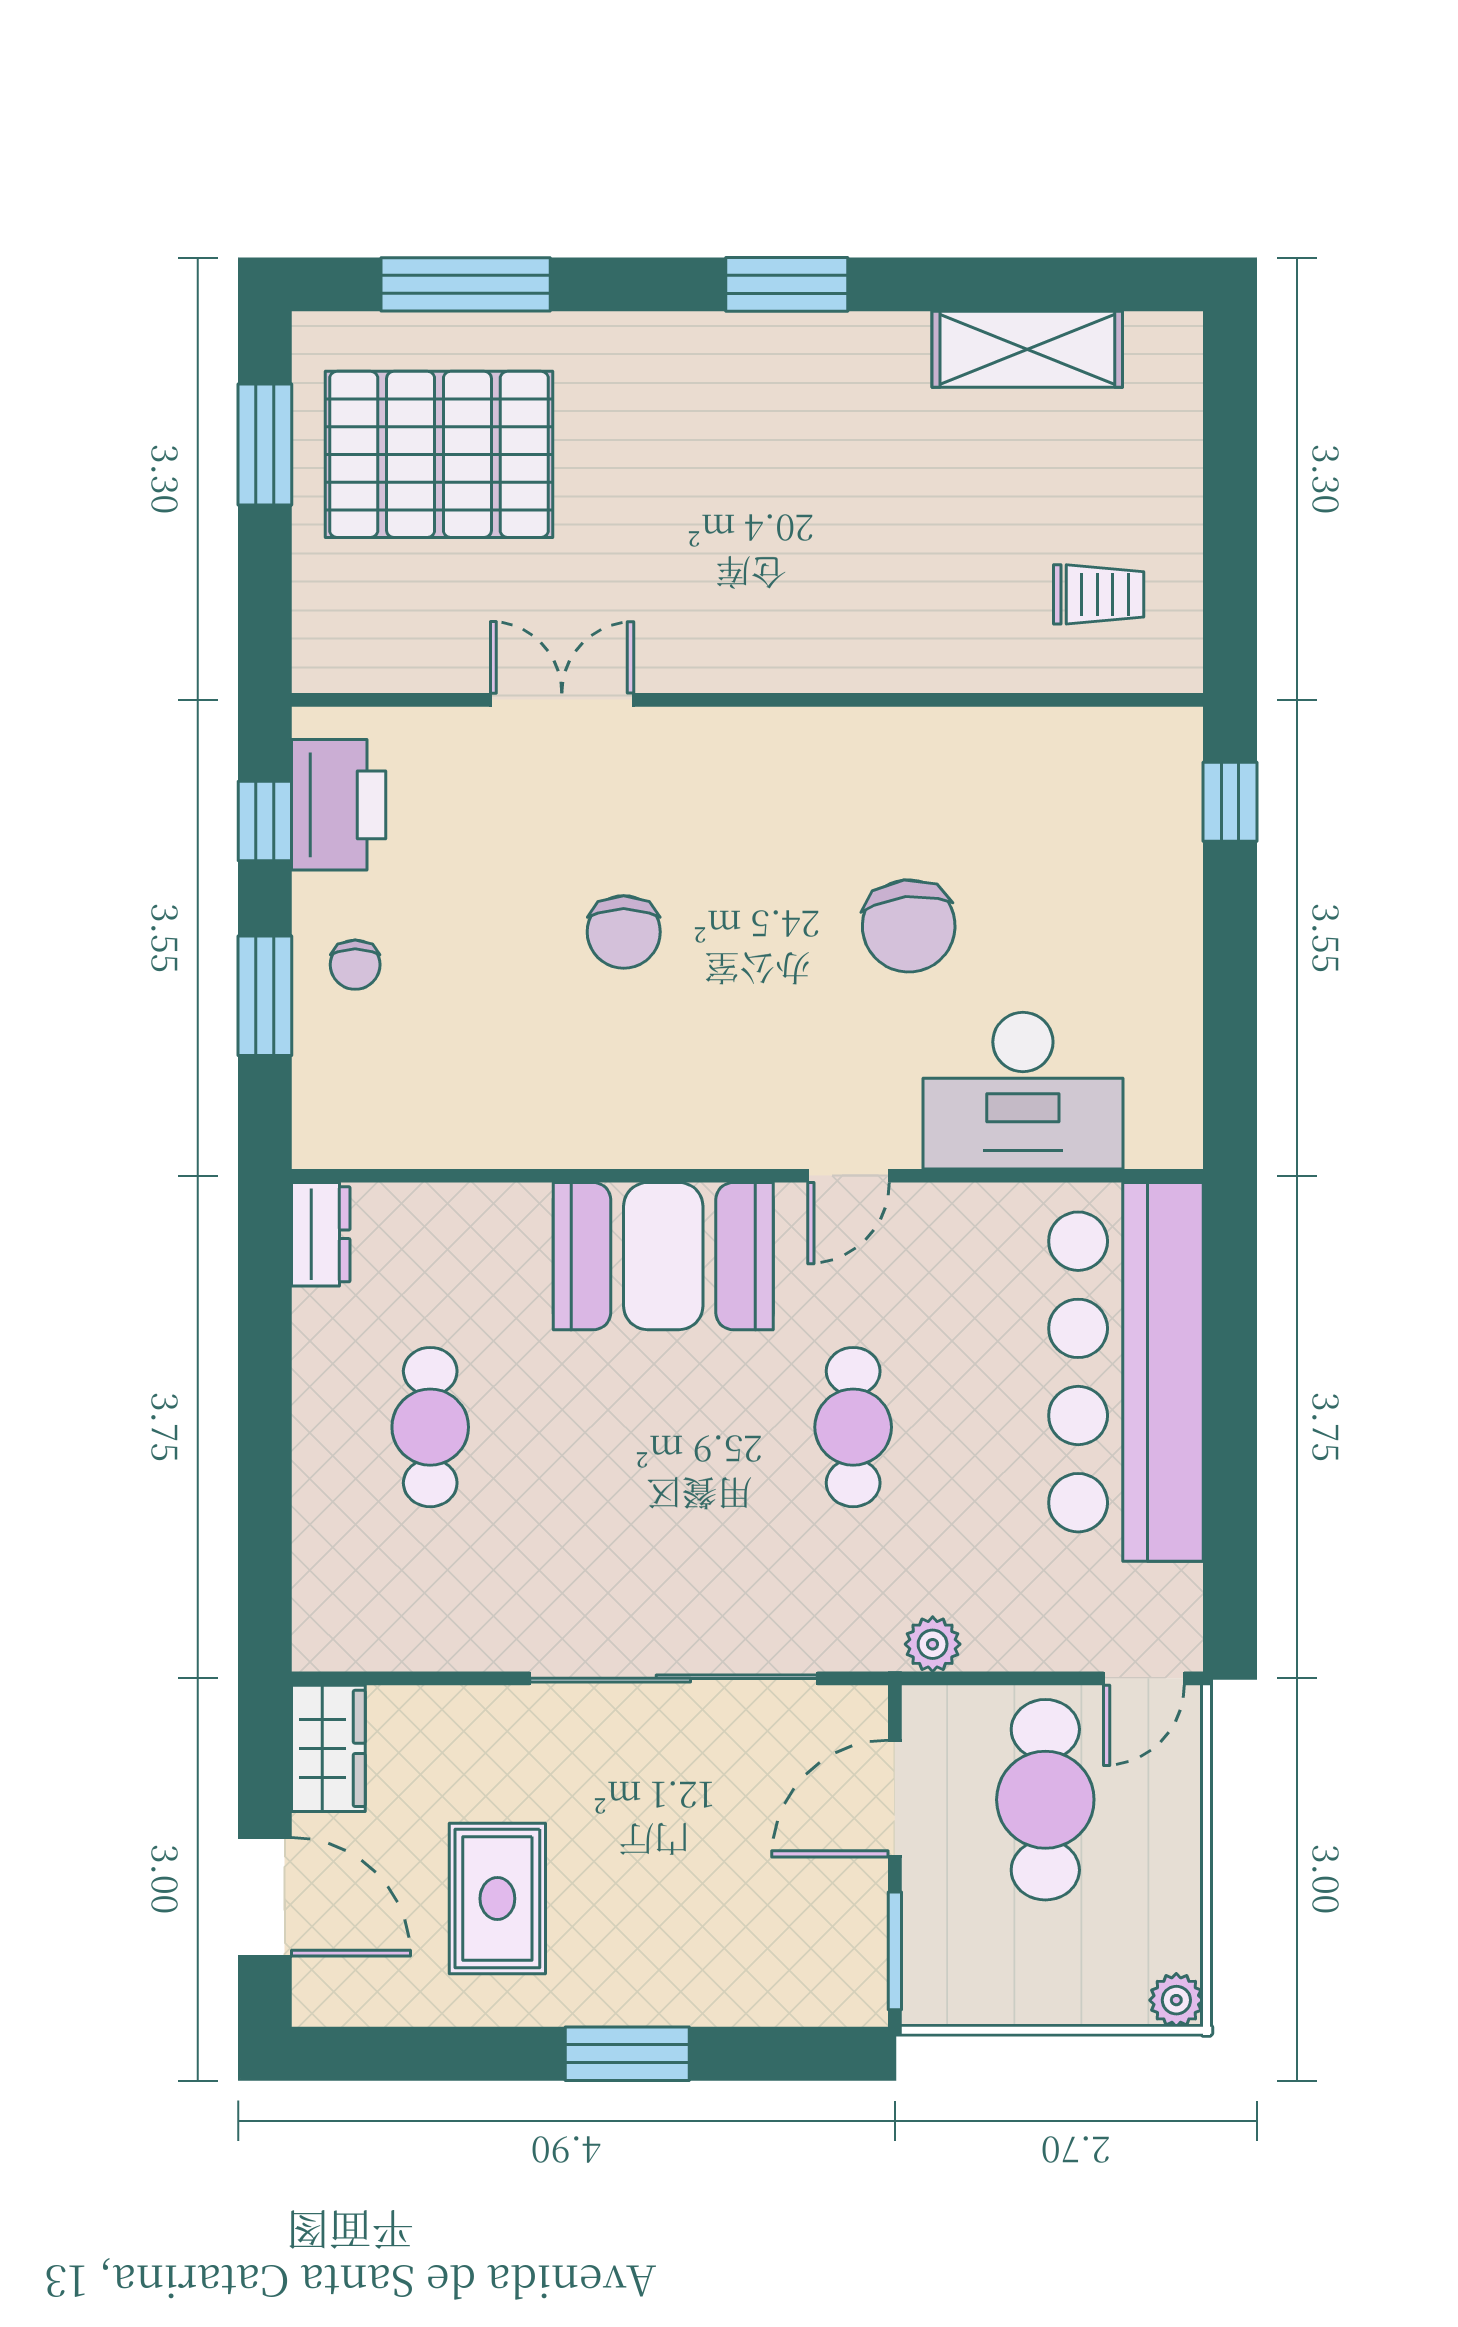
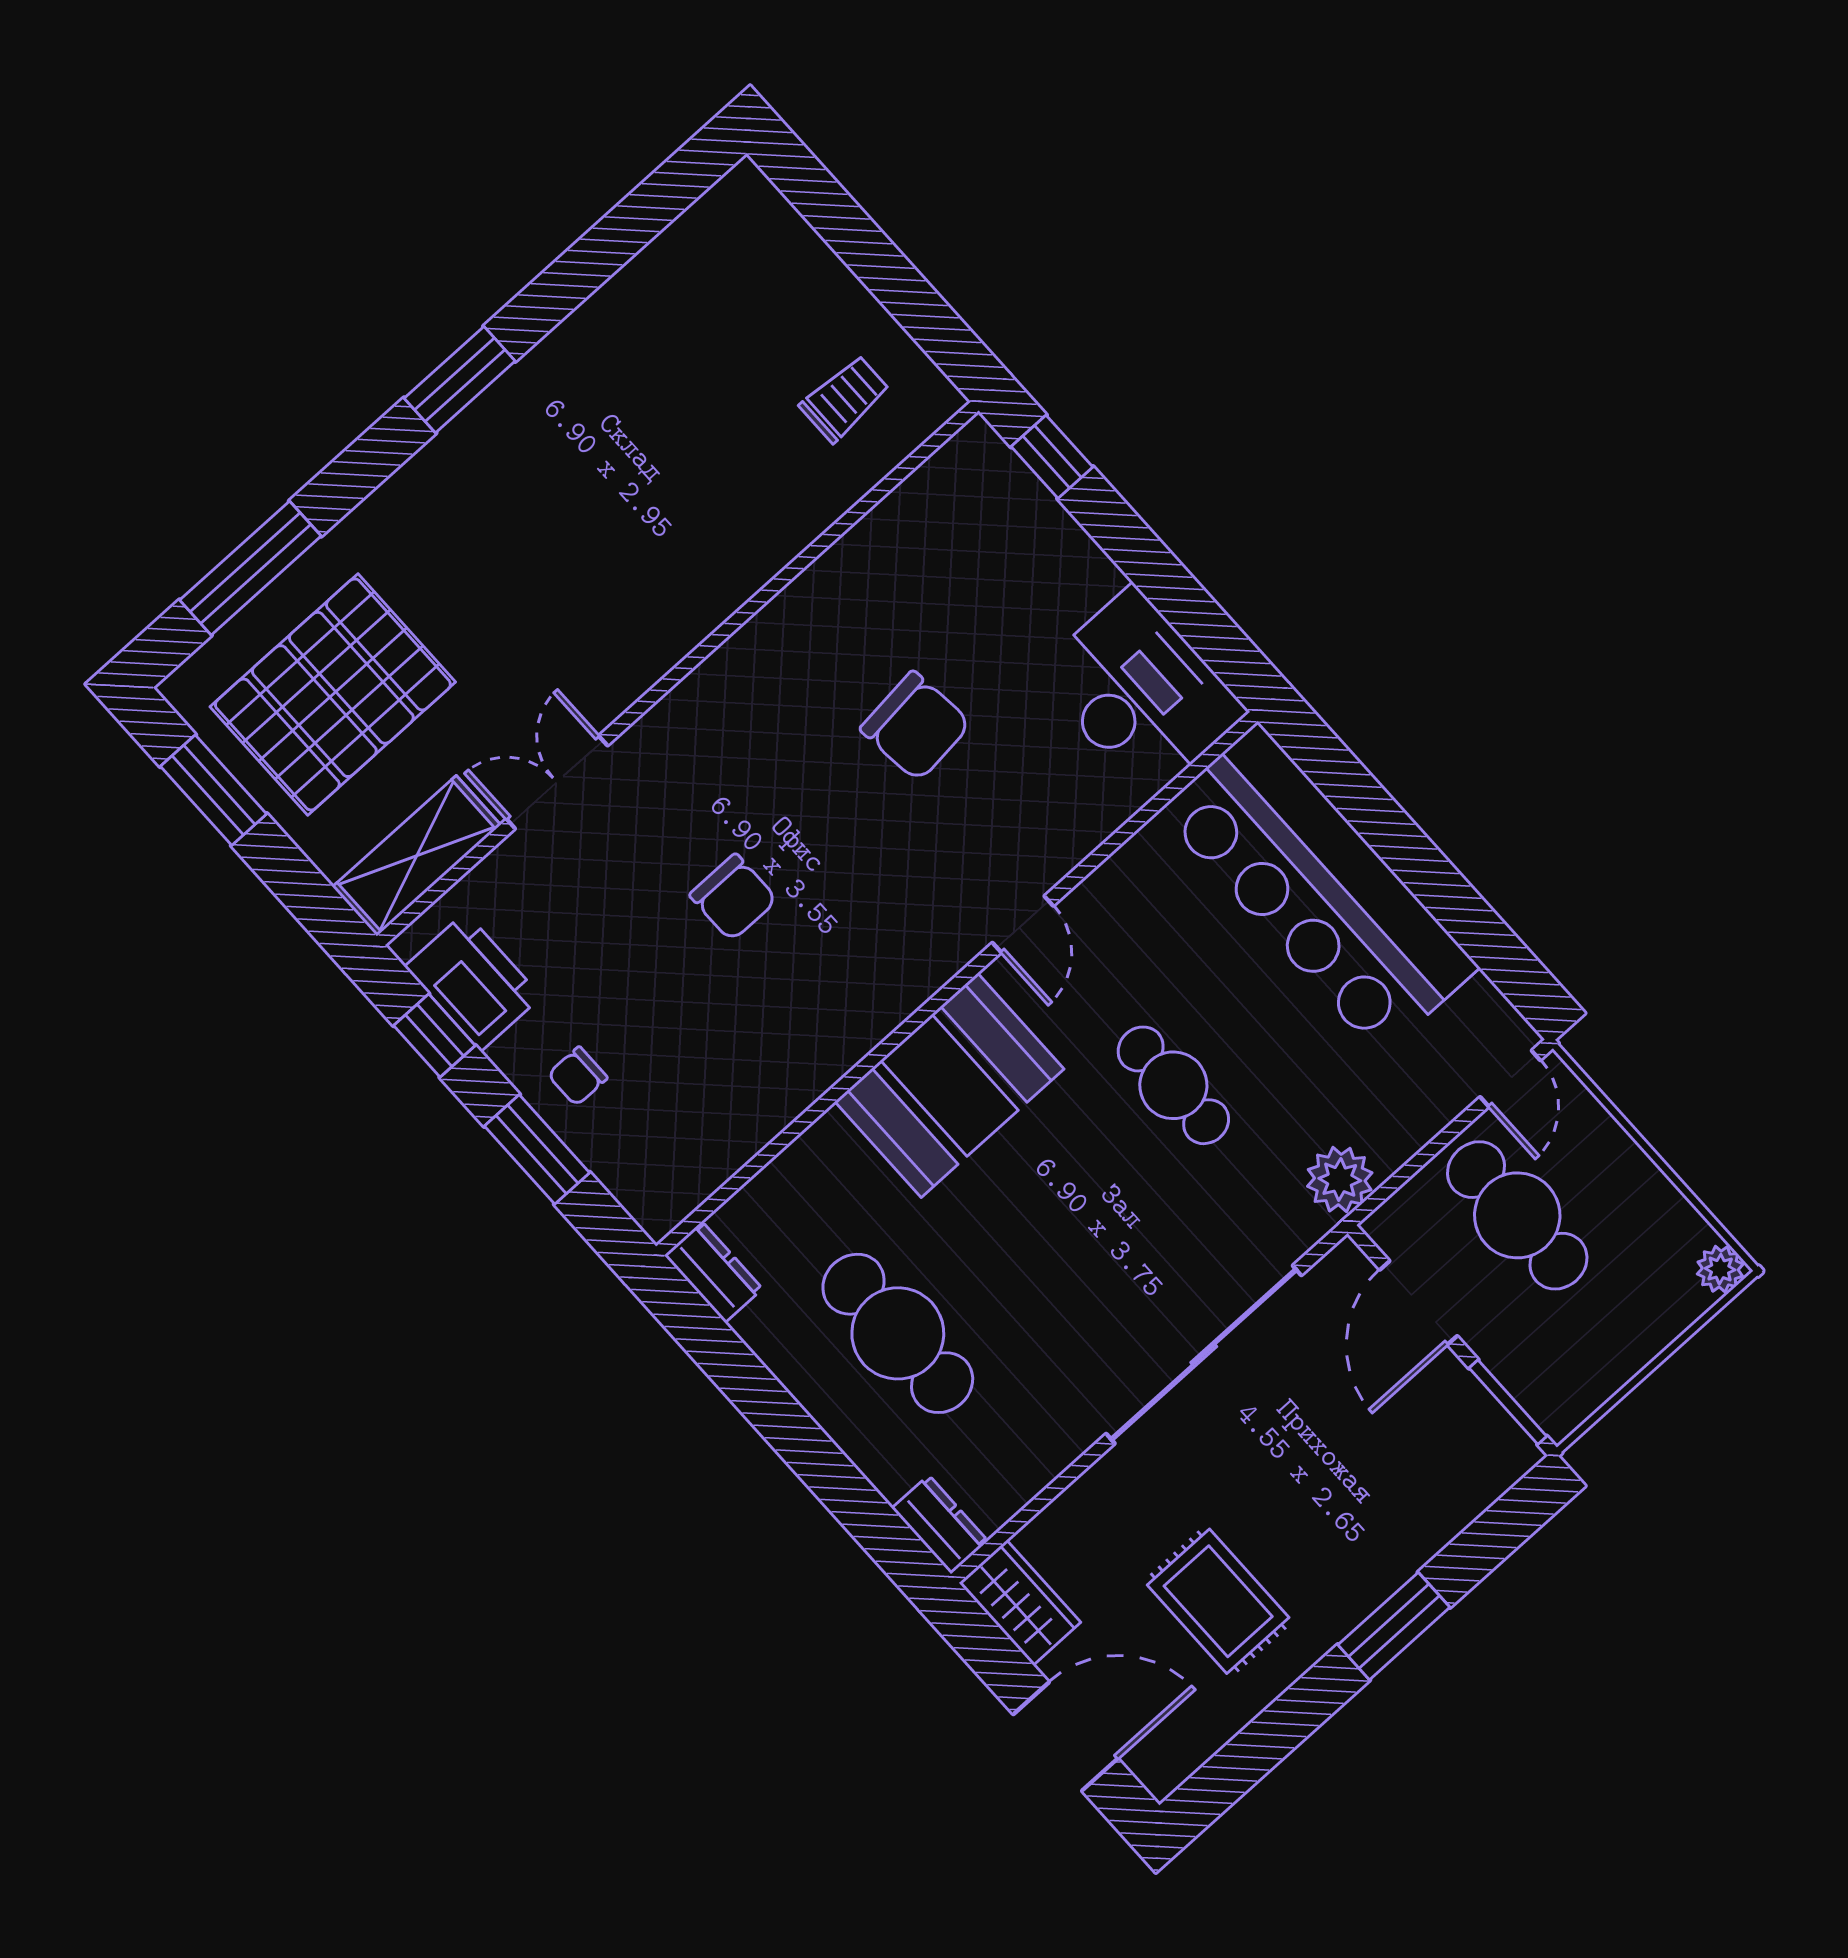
shelving: (1027, 349) -> (417, 856), moved
chair: (355, 965) -> (578, 1076), turned 90
desk: (1023, 1091) -> (1140, 693), moved, turned -90
cafe table: (430, 1427) -> (898, 1333), width x1.37, depth x1.35
dresser: (320, 1621) -> (940, 1524), added
plant: (933, 1644) -> (1340, 1180), width x1.38, depth x1.38

